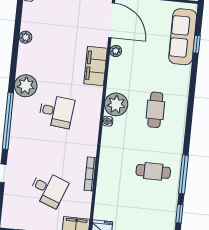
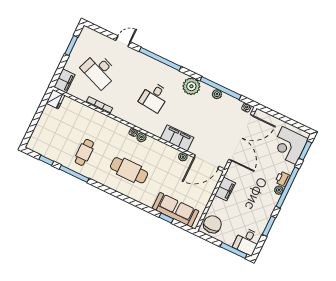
window: (17, 36) -> (221, 88), added
plant: (26, 86) -> (191, 86), moved
plant: (116, 104) -> (142, 137), width x0.53, depth x0.53
cafe table: (155, 110) -> (129, 170), width x1.37, depth x1.35
desk: (48, 189) -> (99, 71), width x1.37

